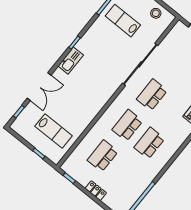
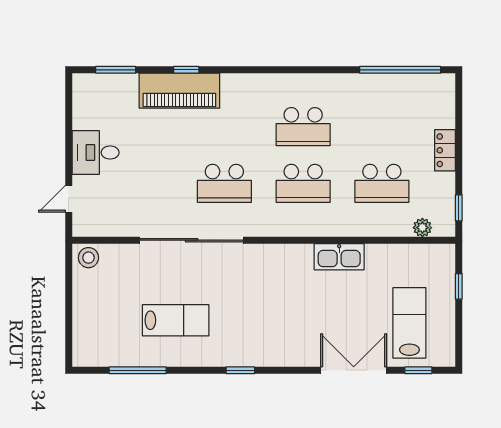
stool: (156, 13) -> (88, 258), moved
lab bench: (123, 21) -> (176, 320), moved, turned -90
kitchen sink: (71, 61) -> (339, 257), moved, turned 180
lab bench: (54, 131) -> (409, 323), moved
plant: (73, 158) -> (422, 228), added

